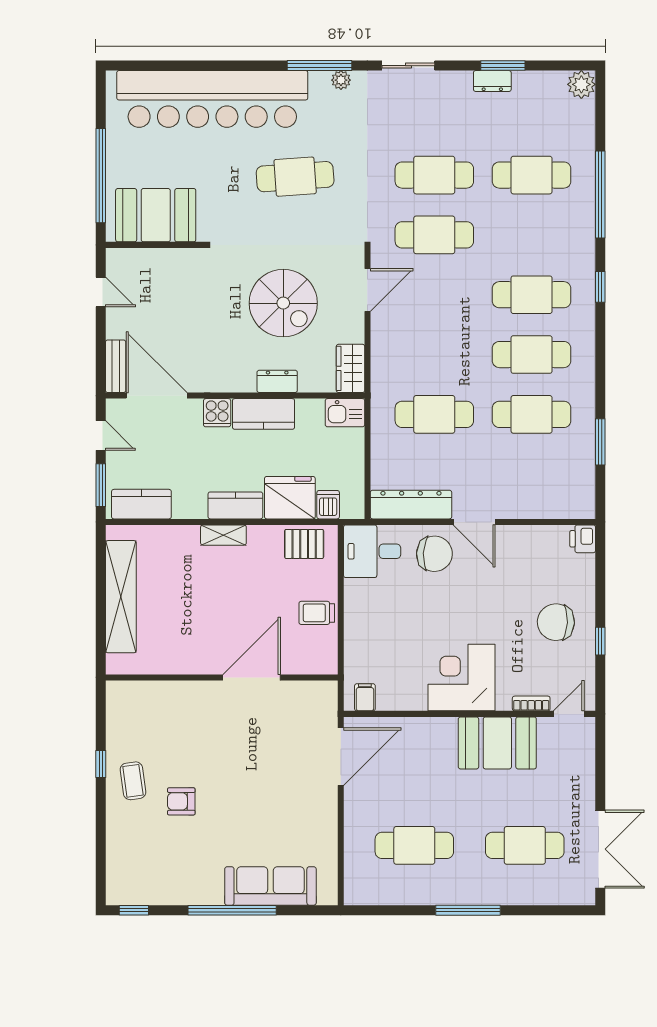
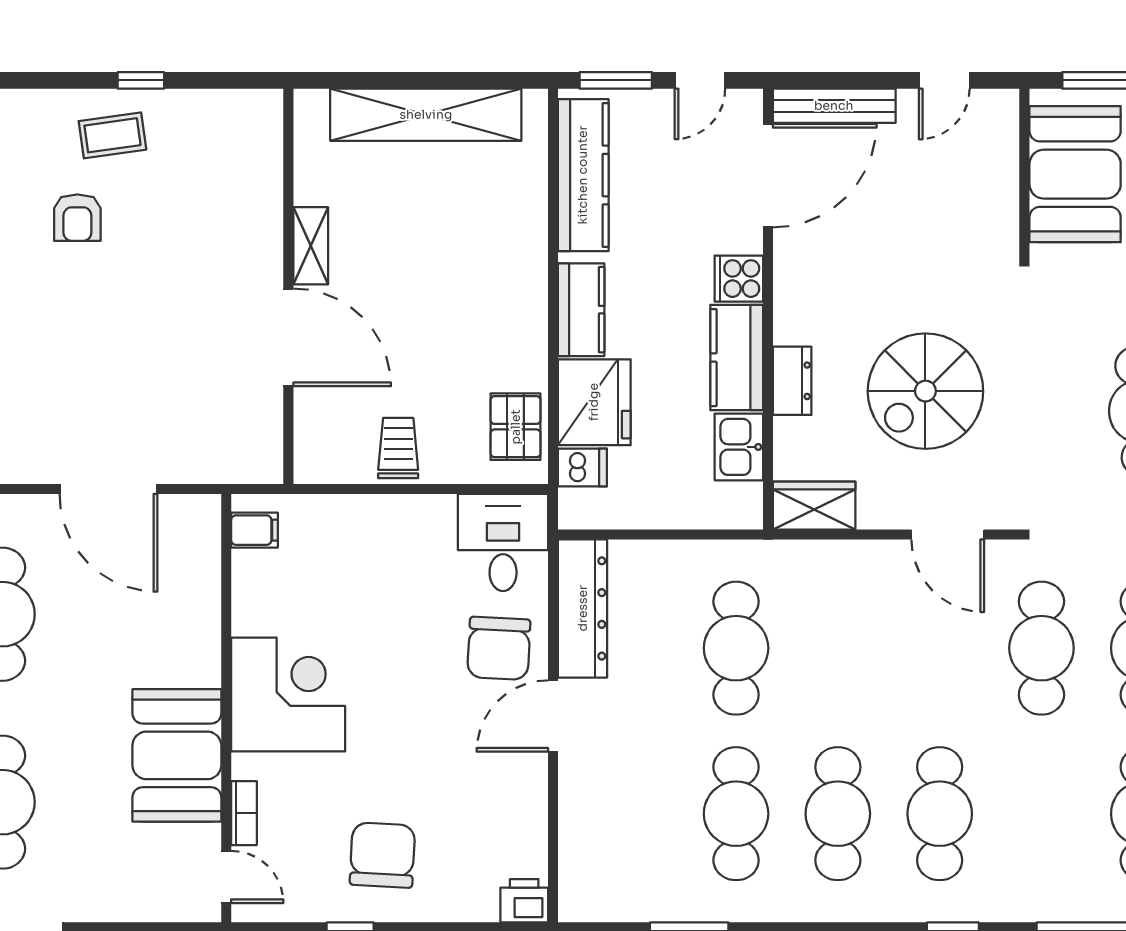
bench: (116, 366) -> (834, 106), width x1.36
kitchen sink: (345, 413) -> (739, 447), moved
kitchen counter: (141, 504) -> (583, 175), width x1.50
shelving: (223, 535) -> (311, 246), moved
door: (341, 757) -> (108, 489), moved
armchair: (181, 801) -> (77, 218), turned 180

